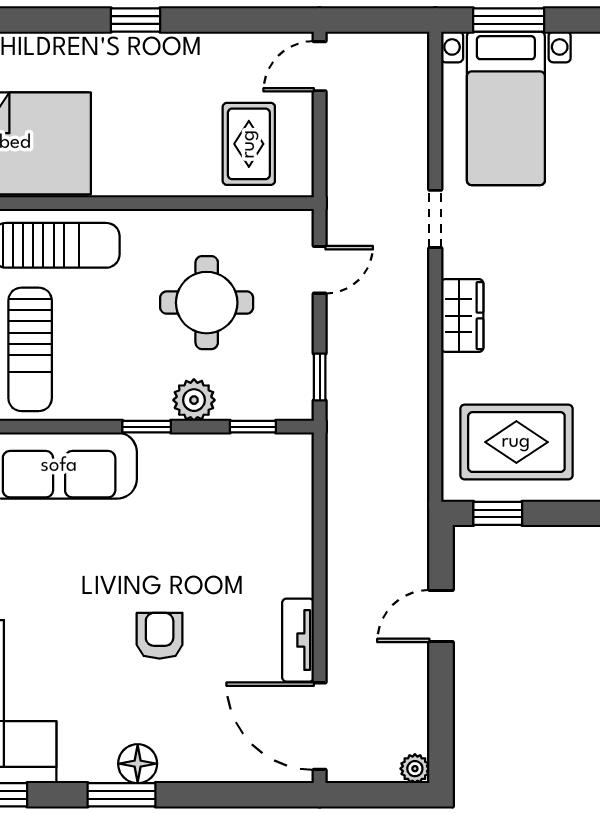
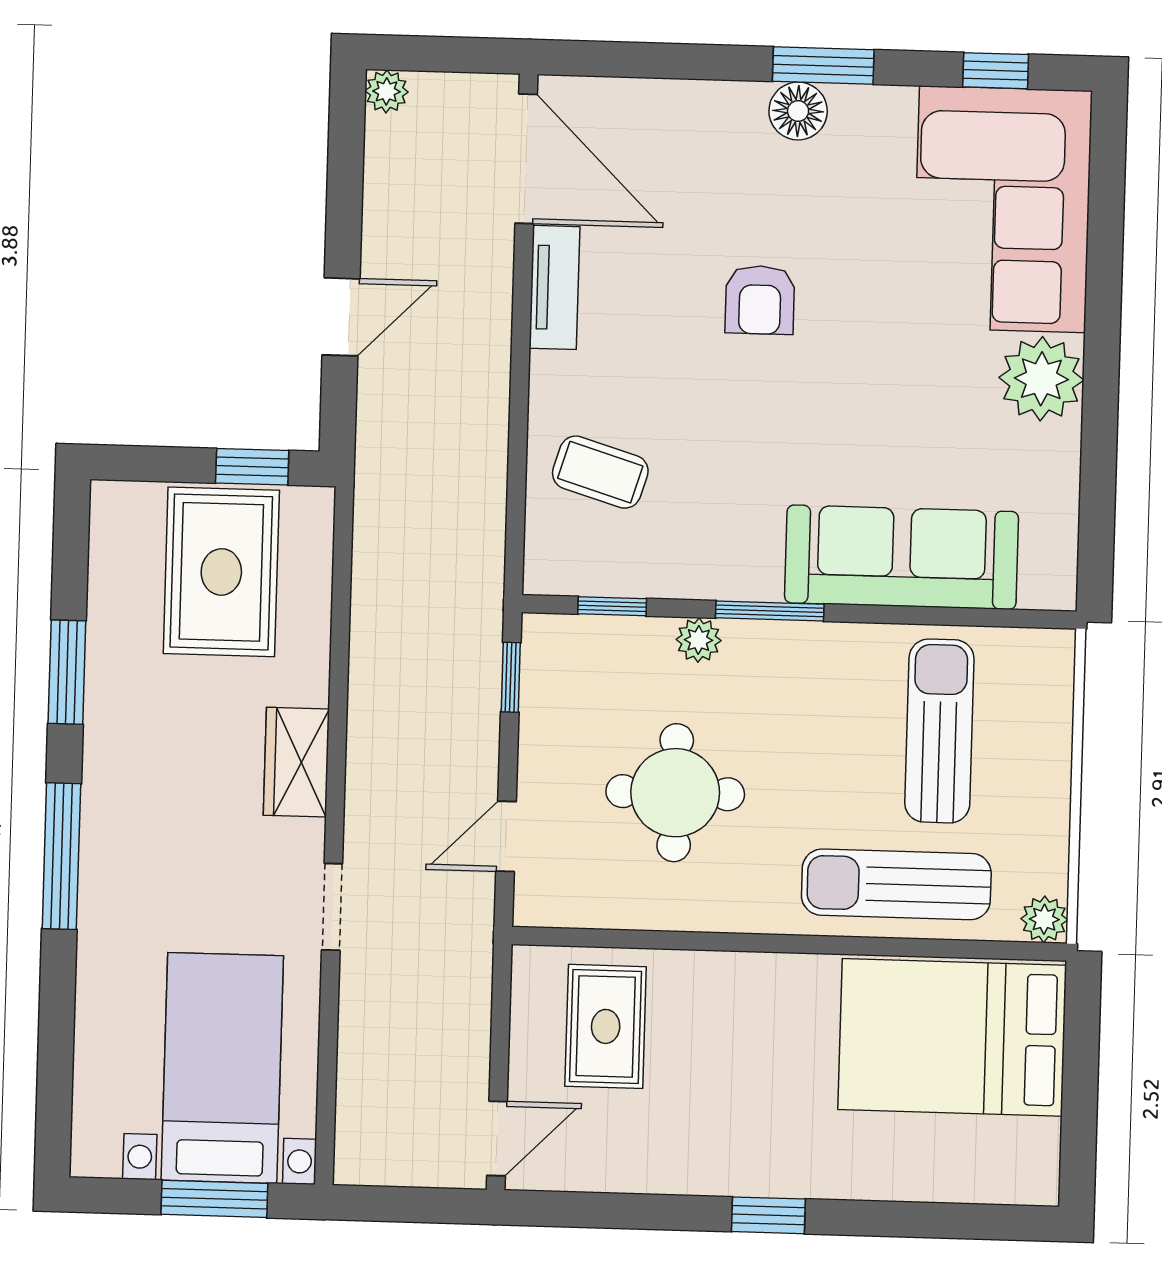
plant: (194, 400) -> (699, 640), width x0.73, depth x0.73
window: (147, 427) -> (770, 611), width x1.50
rug: (516, 442) -> (221, 572), turned 90
coffee table: (263, 517) -> (600, 472), added

